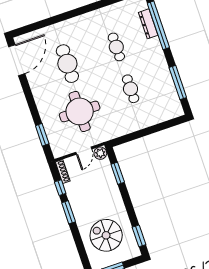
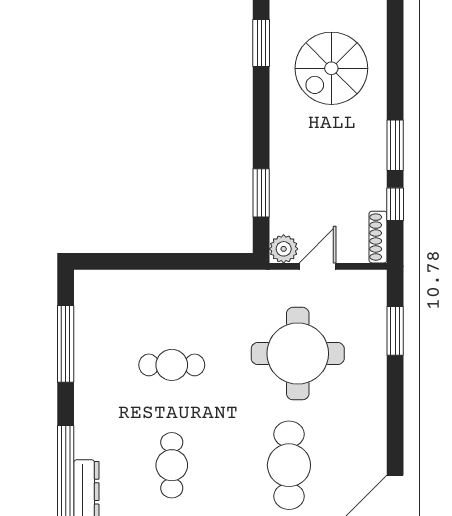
cafe table: (131, 89) -> (172, 365), turned 90
spiral stairs: (106, 235) -> (331, 68), turned 90

